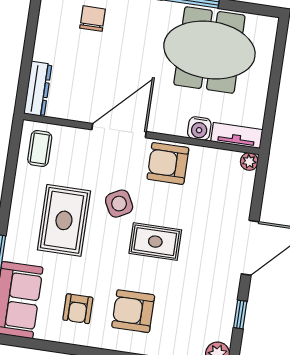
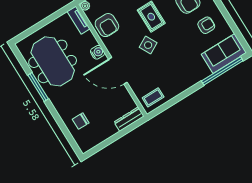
water cooler: (199, 128) -> (97, 52), moved
armchair: (168, 163) -> (107, 25), moved
rug: (64, 220) -> (174, 62), removed

